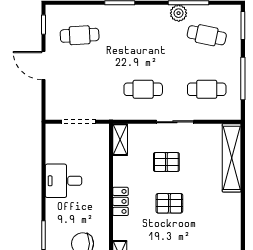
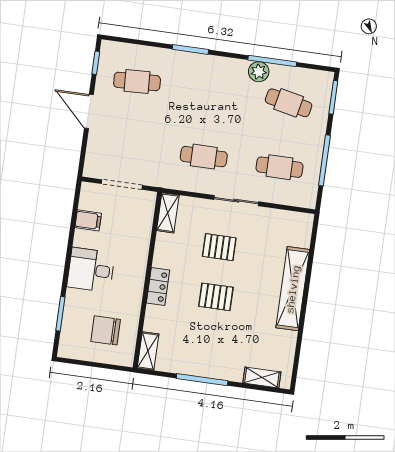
filing cabinet: (55, 155) -> (88, 220), added
shelving: (232, 158) -> (293, 289), moved
desk: (63, 181) -> (91, 270), moved

